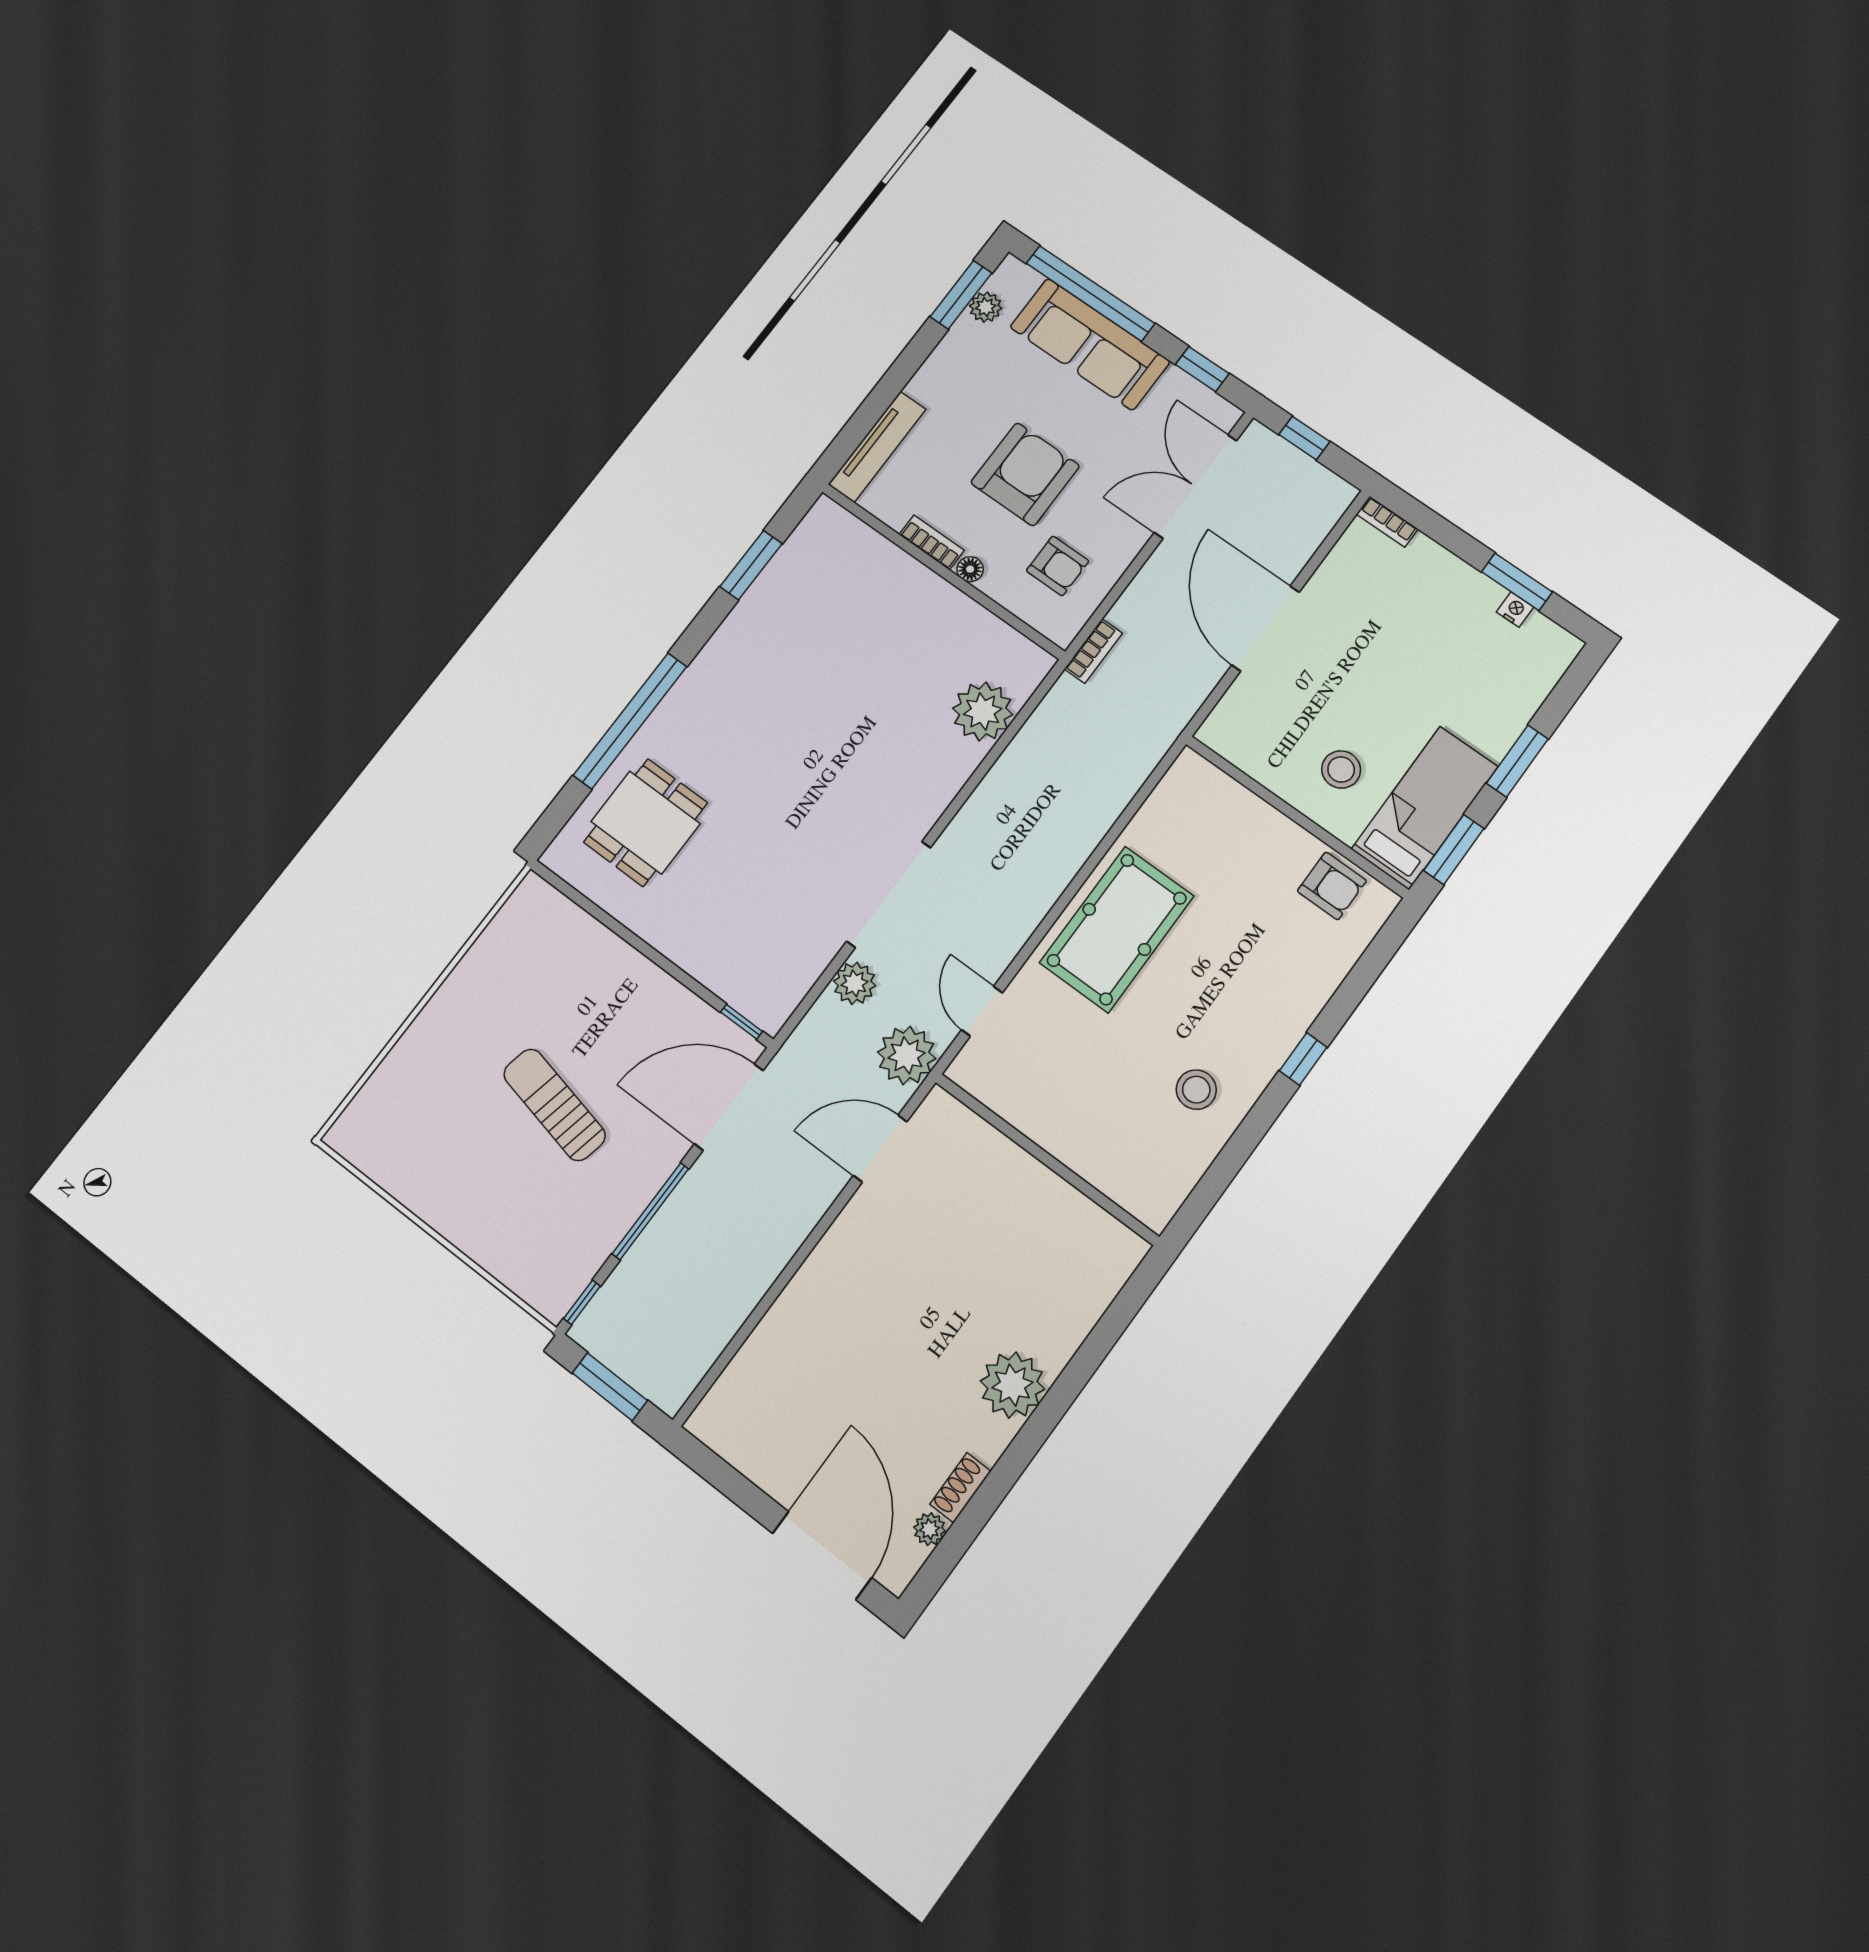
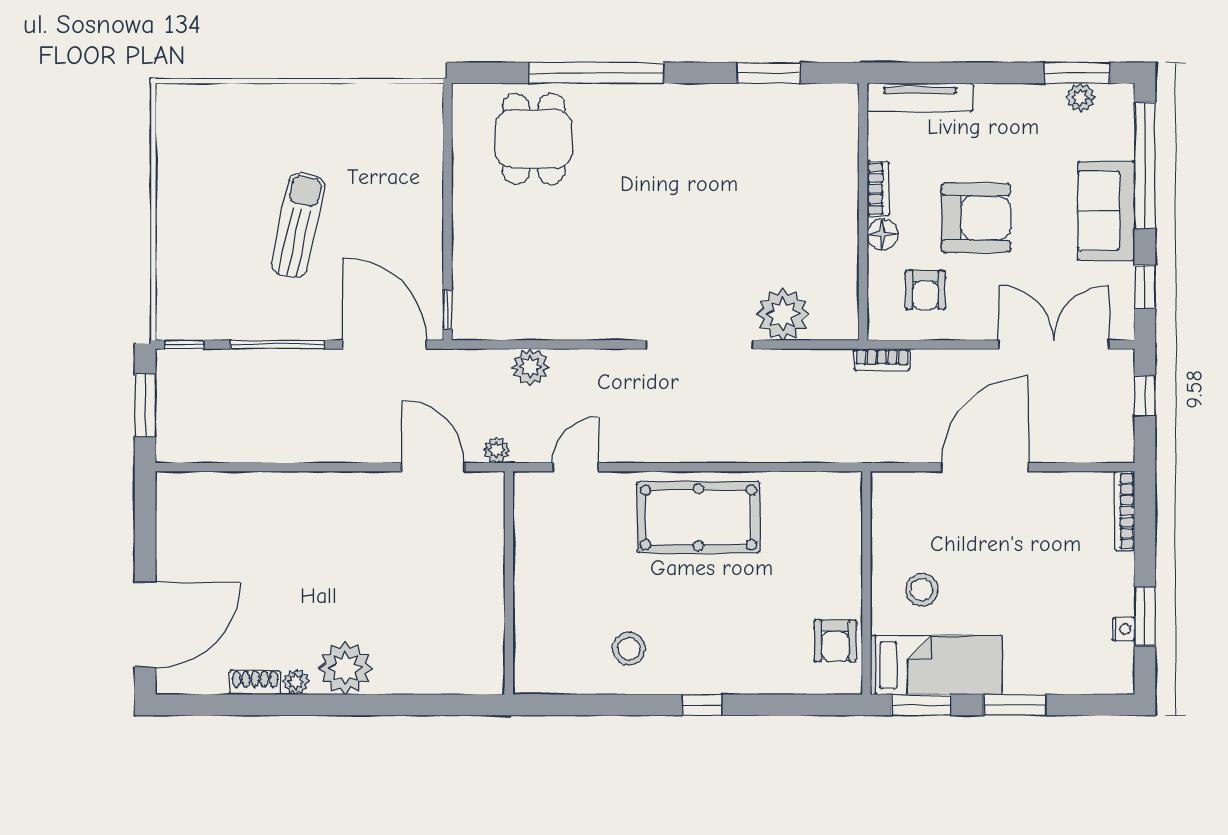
sofa: (1090, 344) -> (1106, 211), width x0.73
bookcase: (1387, 522) -> (1124, 511), width x1.56
floor lamp: (970, 569) -> (883, 234), width x1.37, depth x1.37
dining table: (646, 823) -> (534, 139), turned 90
doorway: (889, 894) -> (700, 345), moved
plant: (907, 1055) -> (497, 450), width x0.53, depth x0.53
plant: (930, 1529) -> (296, 682), moved

